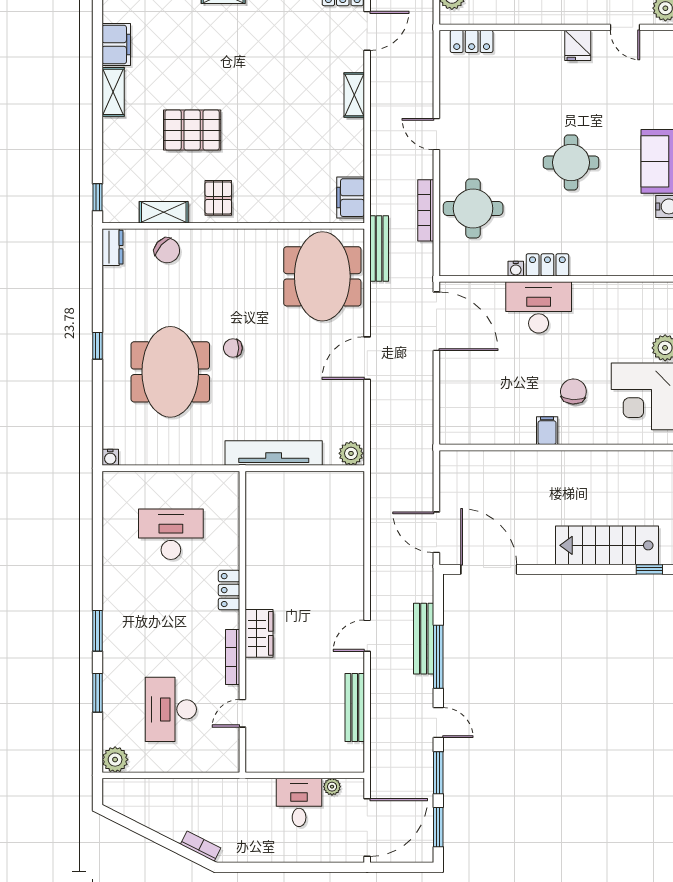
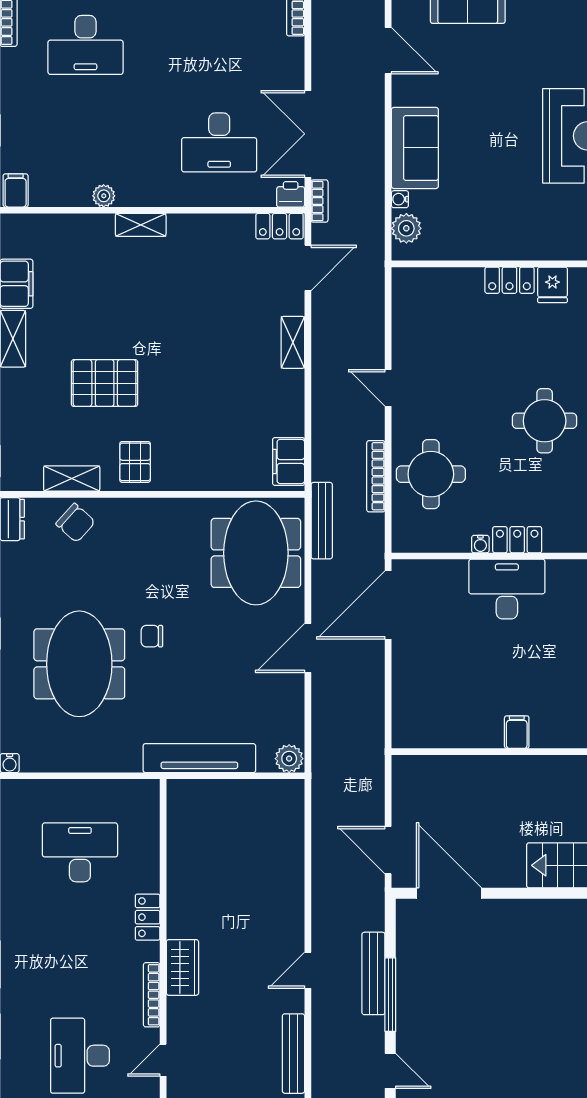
locker: (472, 41) -> (509, 280), moved
door: (436, 321) -> (388, 605), swing flipped
chair: (573, 392) -> (547, 687), removed

